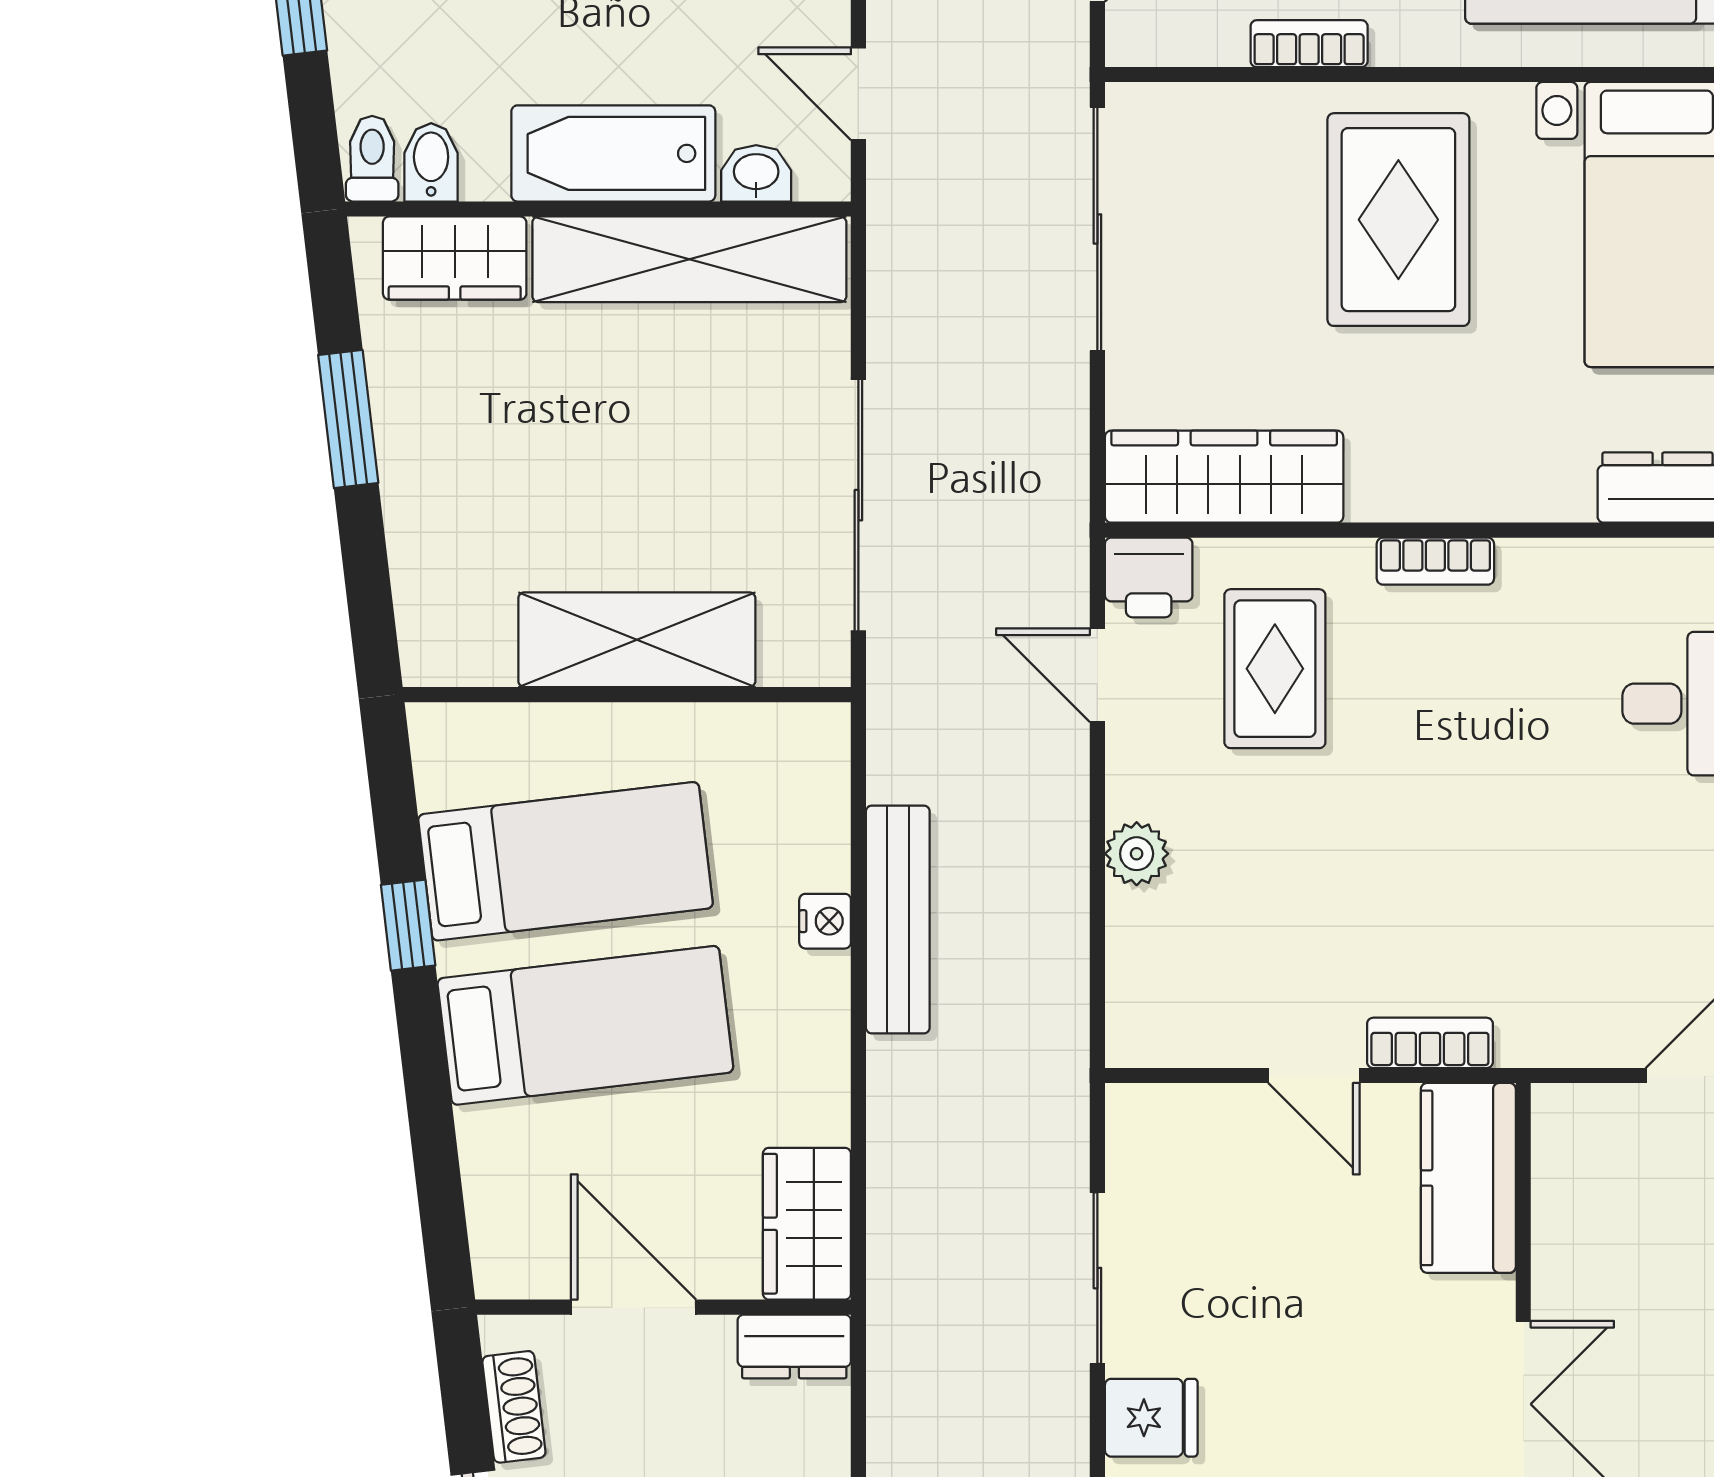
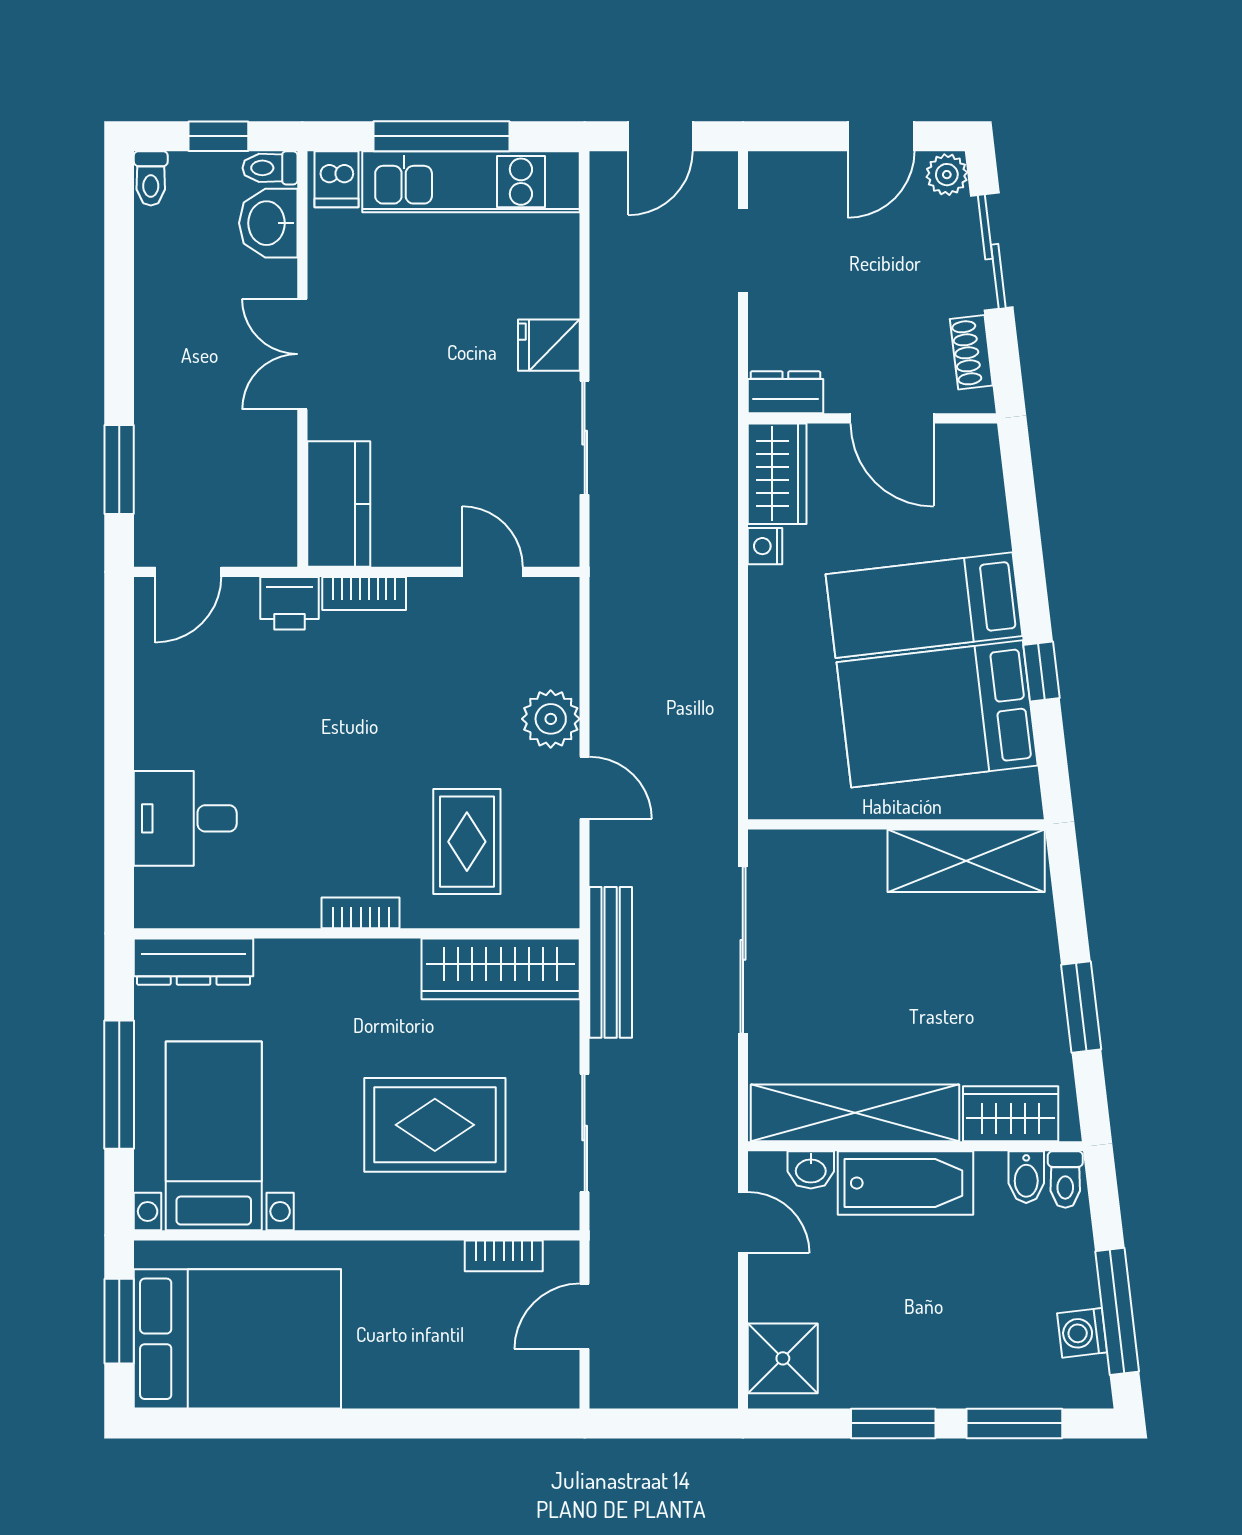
bookcase: (1309, 44) -> (504, 1256), moved
rug: (1398, 220) -> (435, 1125), moved, turned 90
sliding door: (1097, 229) -> (585, 1133), width x0.73
printer: (1149, 577) -> (290, 603), moved, turned 180
shelving: (637, 640) -> (966, 861), moved
door: (1097, 675) -> (585, 788), moved
plant: (1137, 854) -> (551, 719), width x1.38, depth x1.38
bed: (566, 861) -> (937, 714), width x1.50
bench: (898, 919) -> (611, 962), moved
nightstand: (825, 921) -> (765, 546), moved
door: (1314, 1076) -> (493, 572), moved

